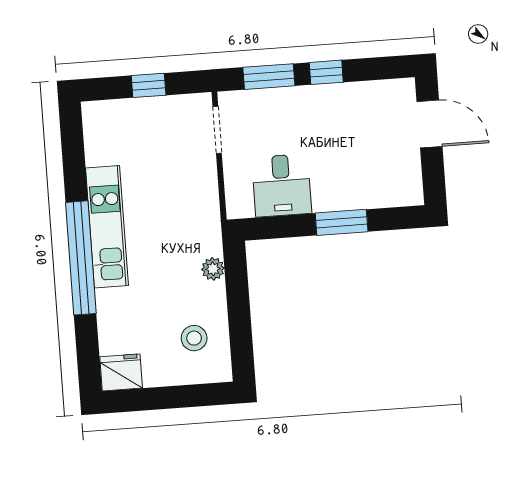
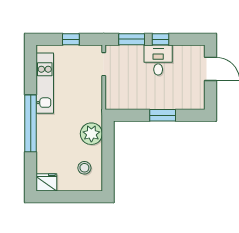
desk: (282, 185) -> (158, 60), moved, turned 180
kitchen unit: (107, 227) -> (45, 83), moved
plant: (213, 269) -> (91, 134), width x1.87, depth x1.87

